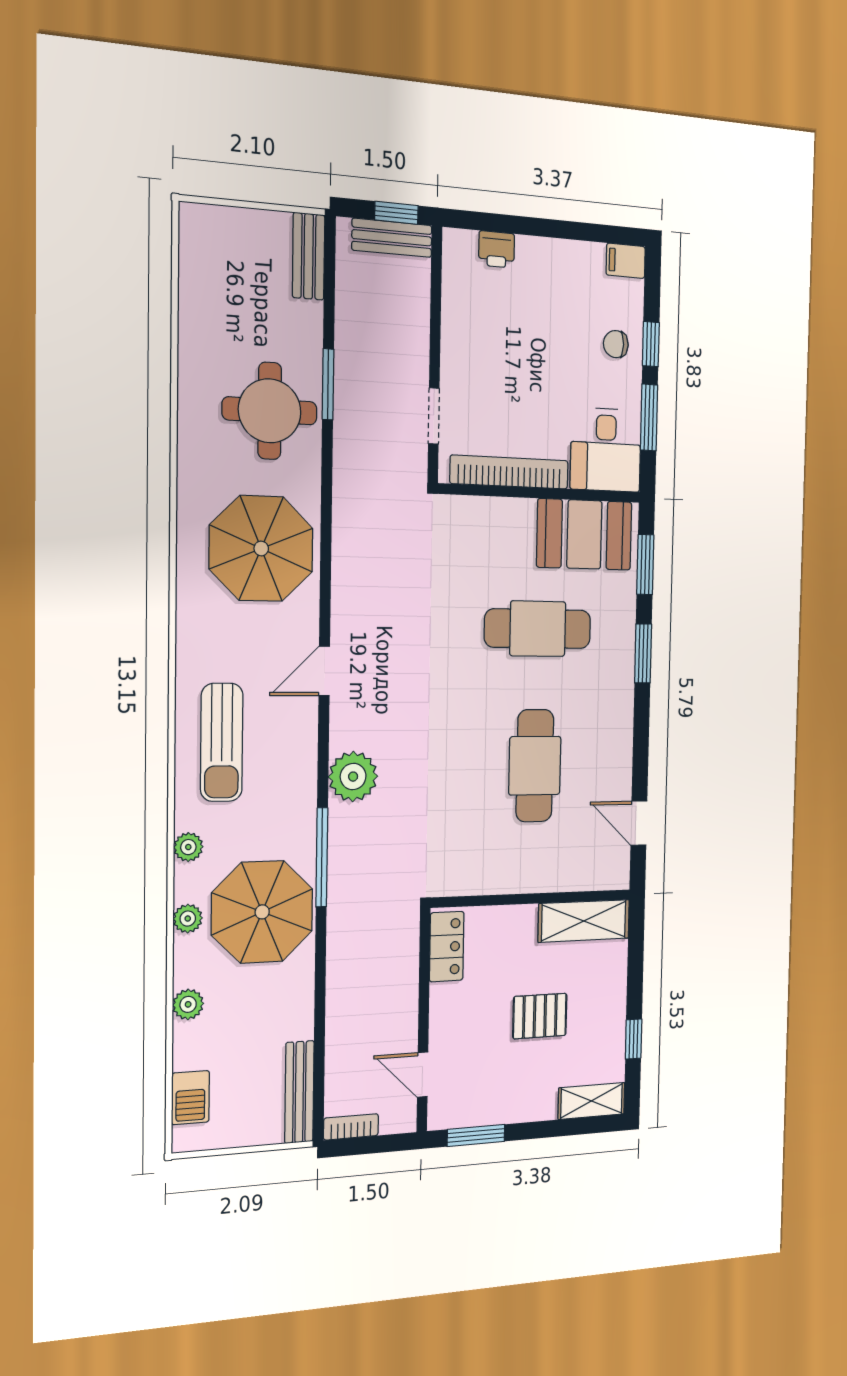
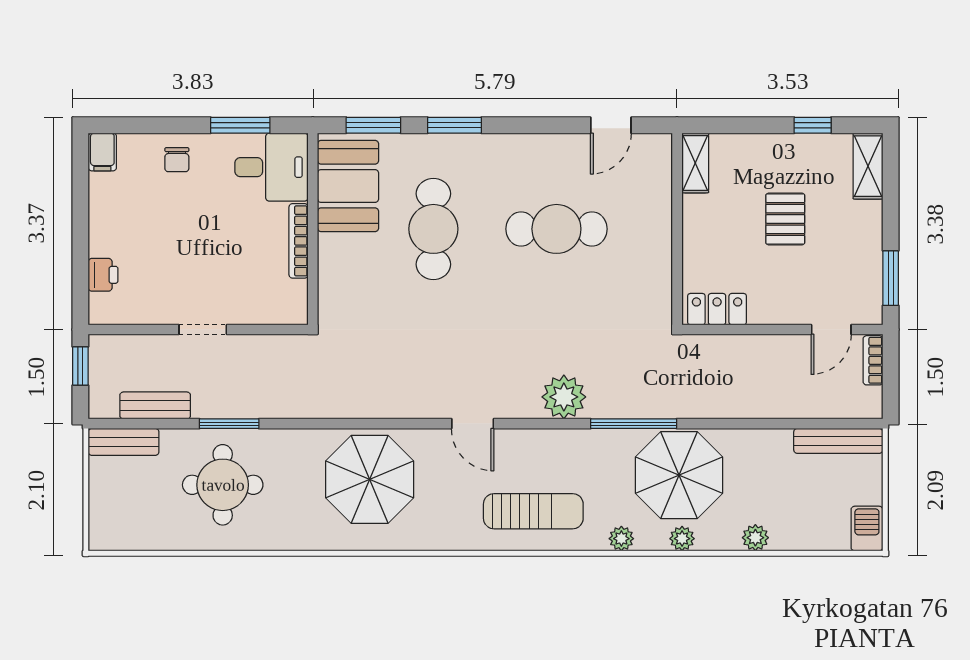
bench: (392, 238) -> (155, 405), moved, turned 90
window: (651, 344) -> (174, 125), removed
round table: (270, 411) -> (223, 485), moved
doorway: (434, 416) -> (203, 329), moved
bookcase: (509, 472) -> (299, 241), width x0.68, depth x0.76
shelving: (584, 921) -> (695, 163), width x0.67, depth x0.75
barbecue: (190, 1098) -> (867, 529), moved, turned -90
bookcase: (351, 1127) -> (873, 360), moved

